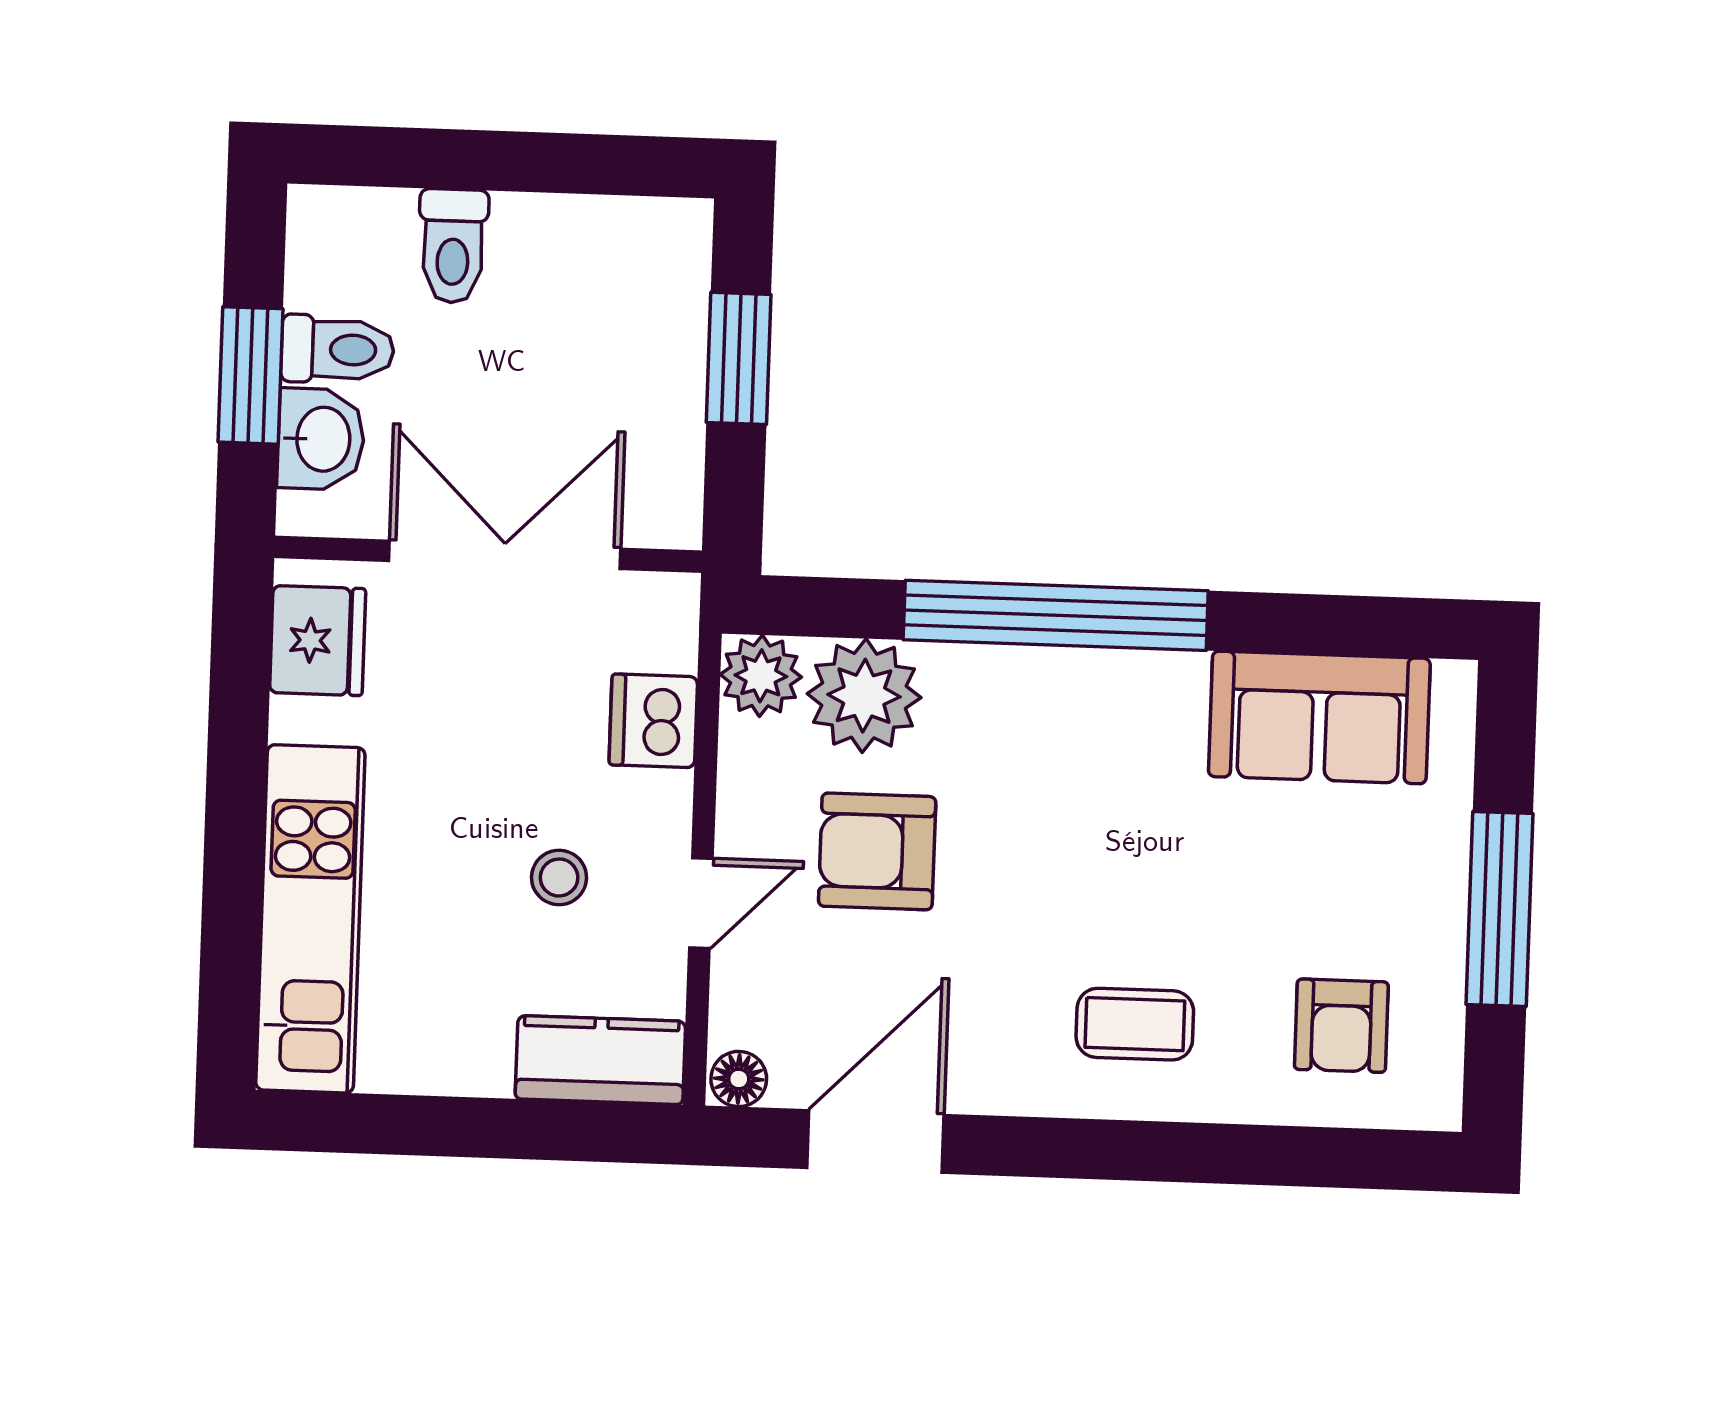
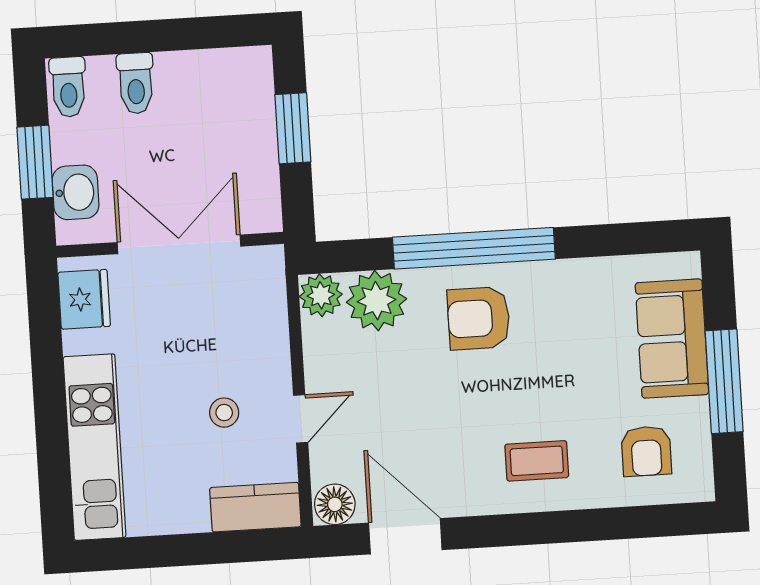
toilet: (337, 349) -> (68, 87), moved, turned 90
sofa: (1319, 717) -> (672, 339), moved, turned 90
dishwasher: (653, 721) -> (266, 325), removed
armchair: (877, 851) -> (479, 318), moved
floor lamp: (739, 1079) -> (335, 504), width x1.37, depth x1.37
door: (875, 1142) -> (405, 536), hinge flipped

